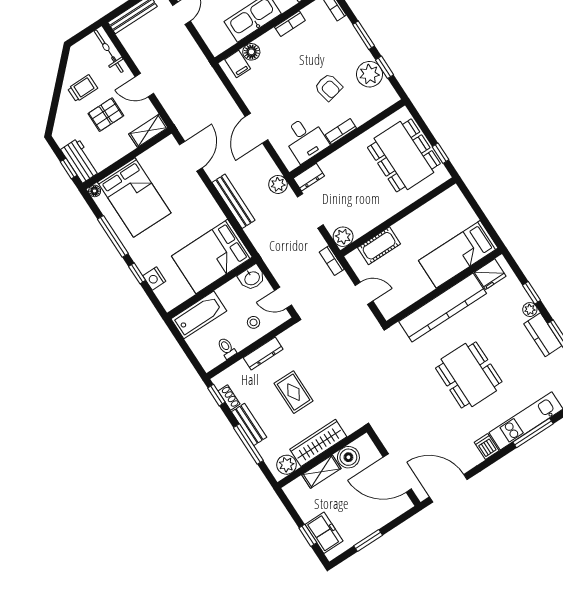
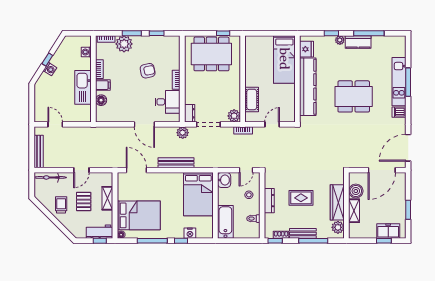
filing cabinet: (238, 64) -> (103, 85), moved
plant: (369, 74) -> (124, 44), moved
shelving: (148, 131) -> (107, 198), moved

